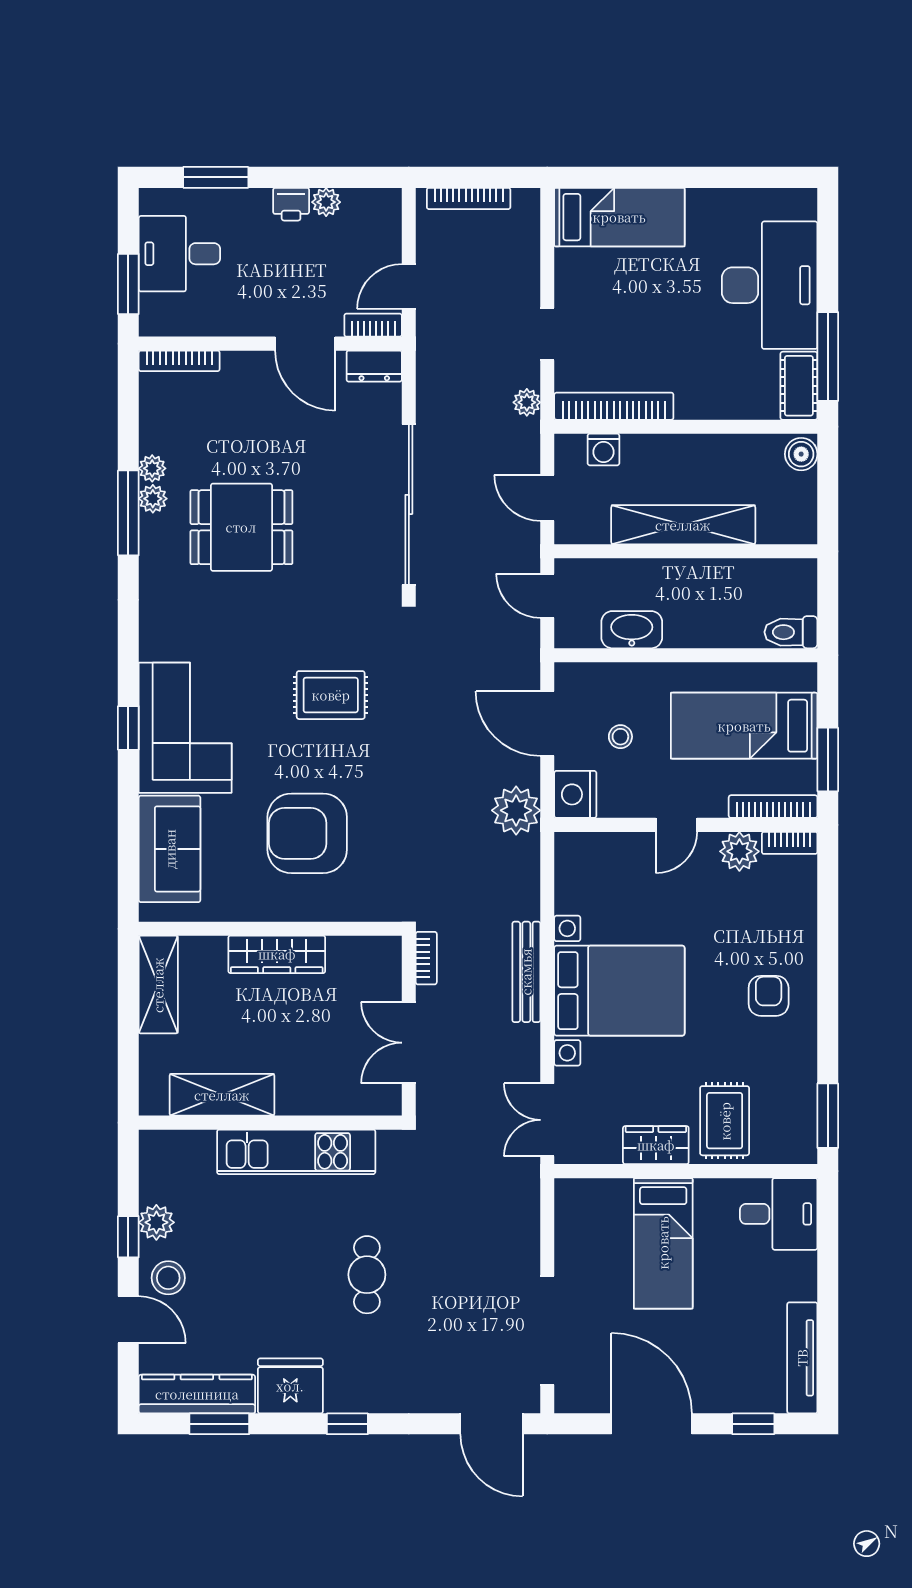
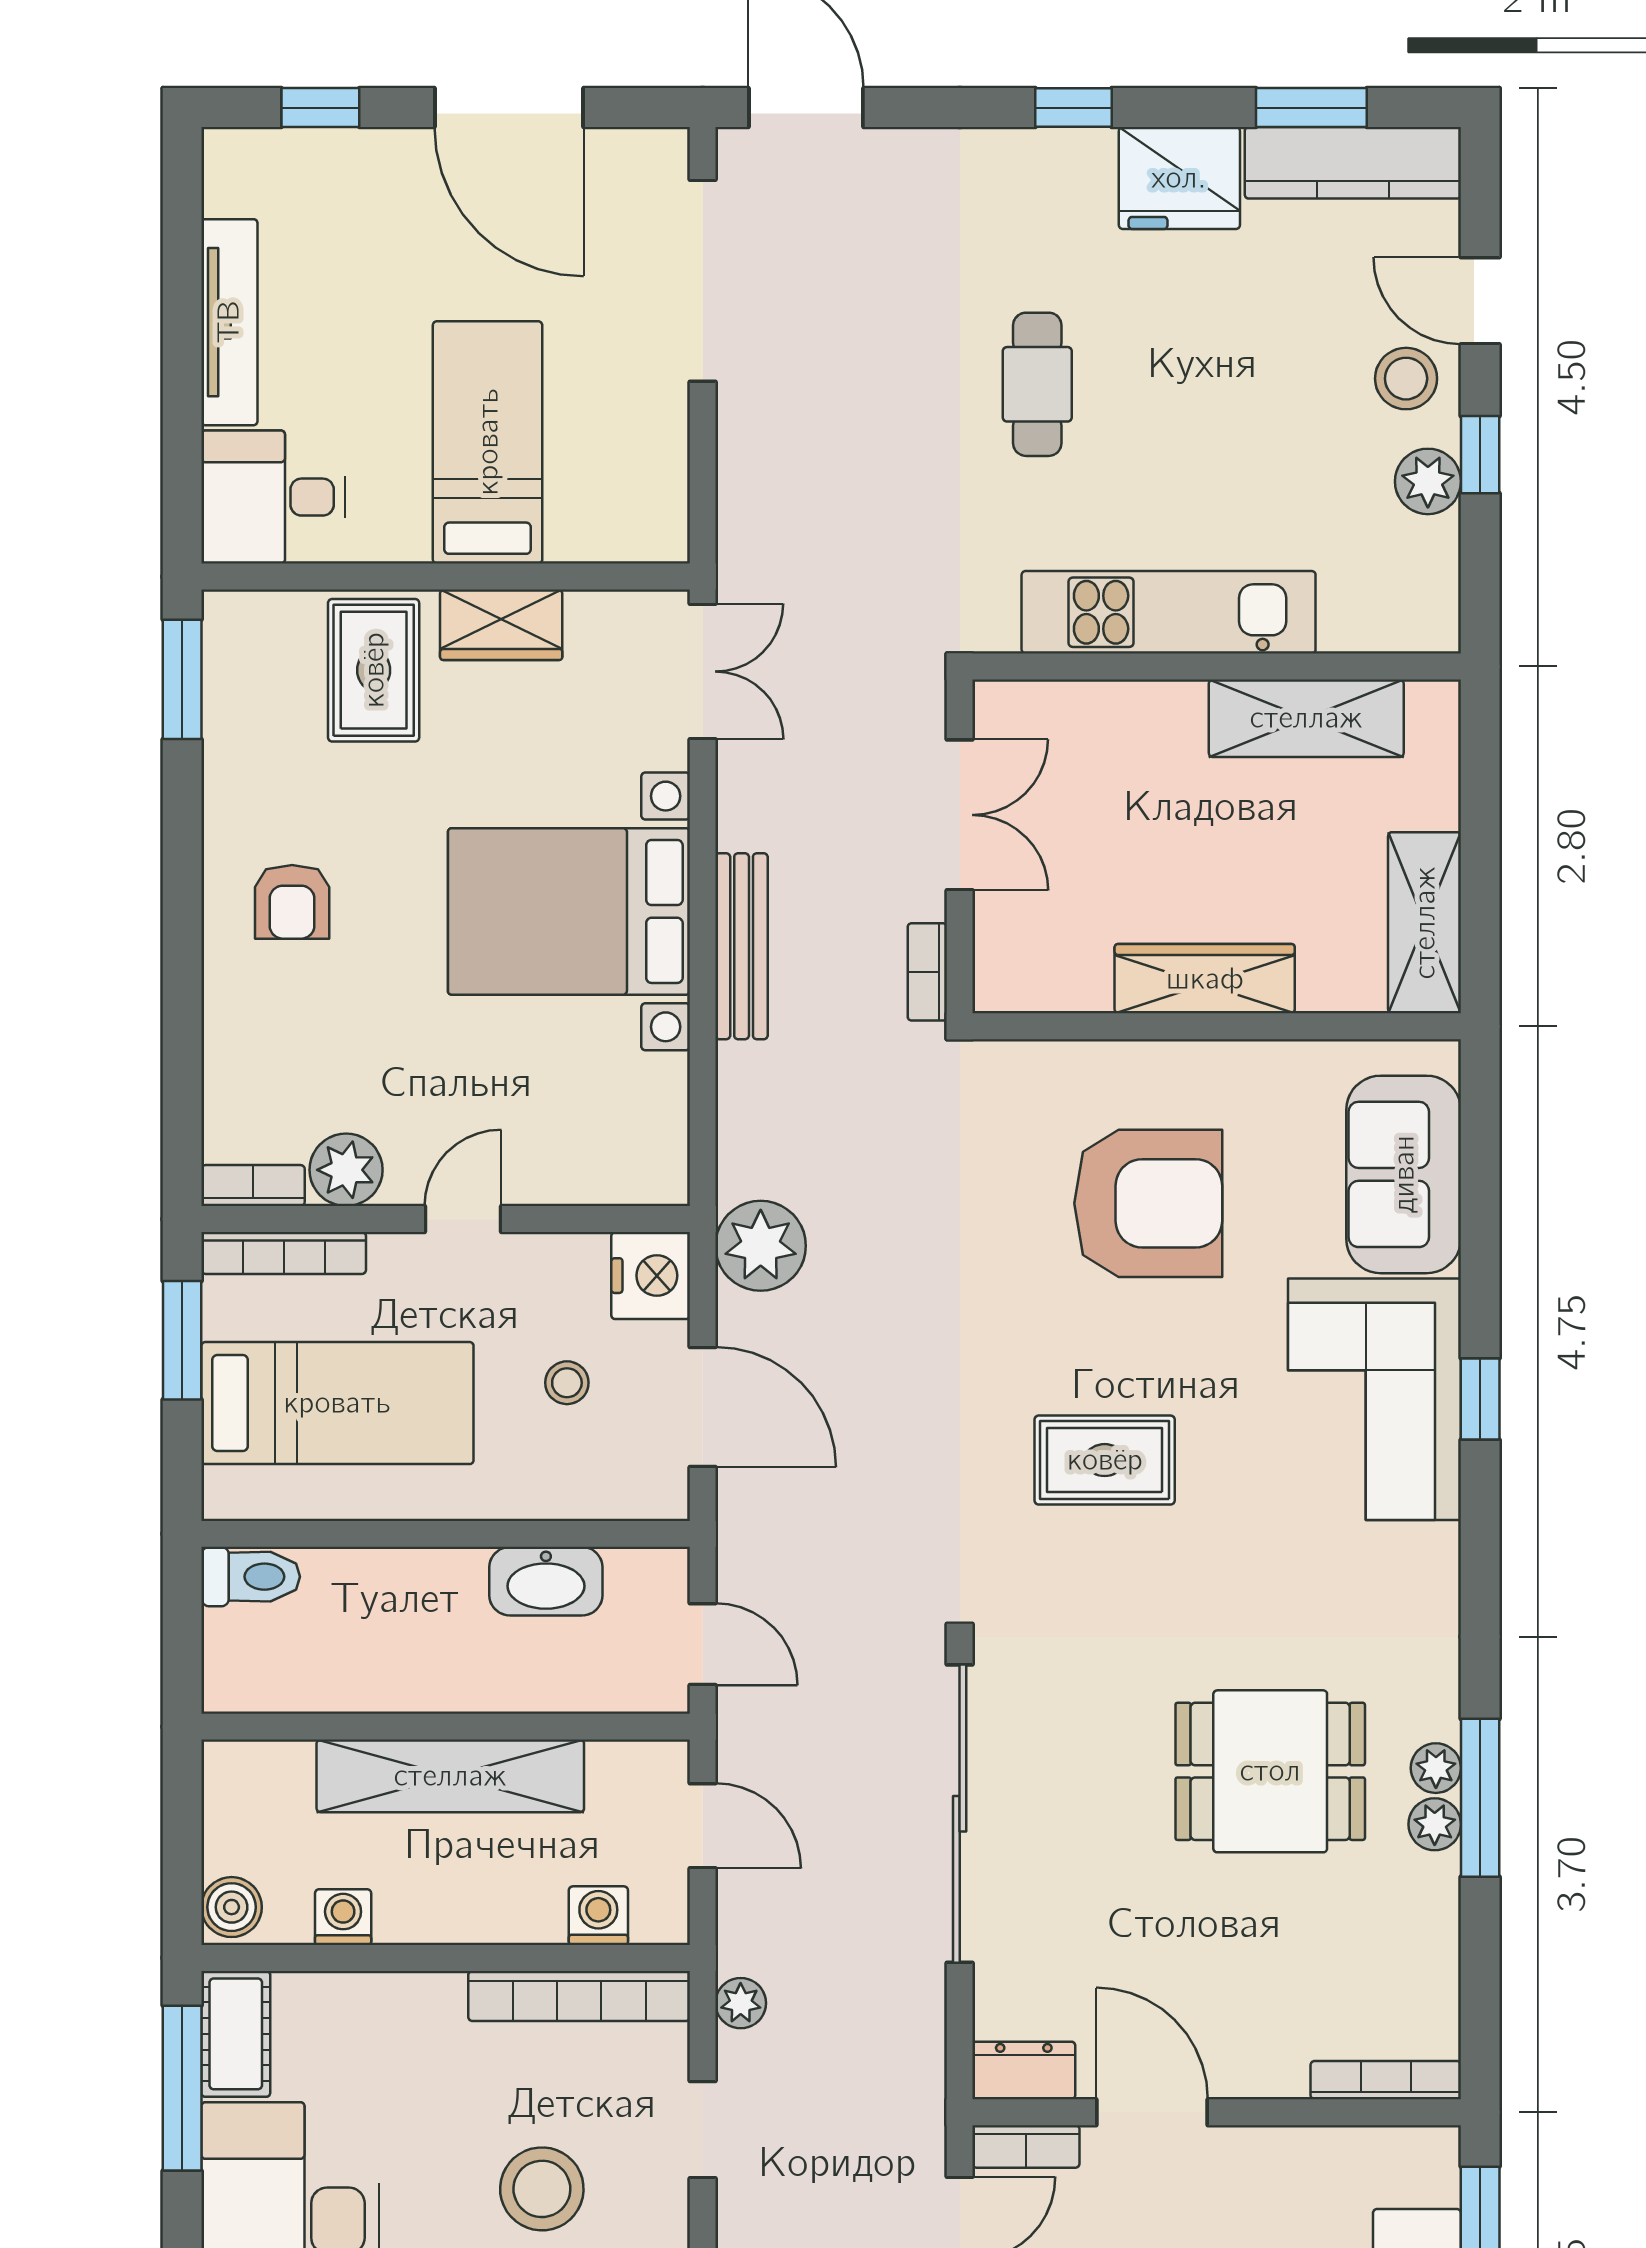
stool: (634, 302) -> (542, 2189), added
washing machine: (741, 449) -> (343, 1917), added
plant: (152, 468) -> (1436, 1768), moved
tv unit: (802, 1358) -> (229, 322), moved

